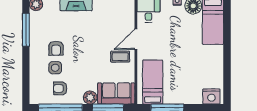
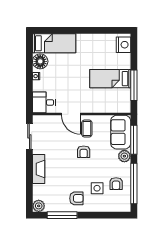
armchair: (56, 48) -> (76, 198), moved
armchair: (95, 53) -> (84, 152), added
bed: (153, 82) -> (110, 79), moved

